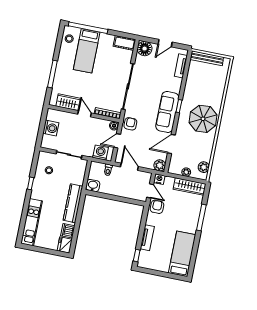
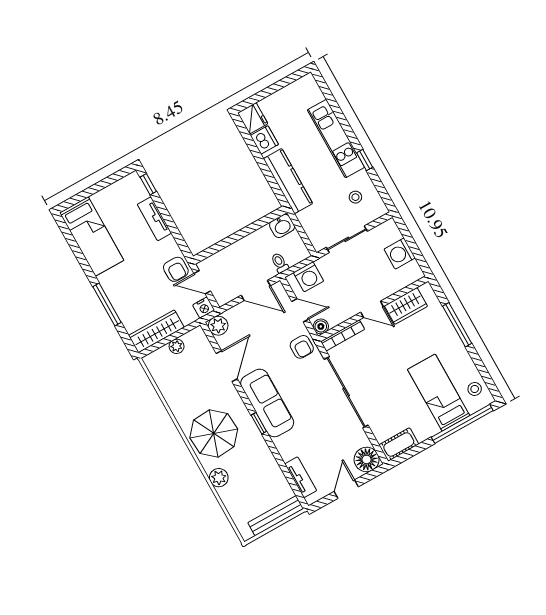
door: (117, 141) -> (300, 310), hinge flipped
plant: (204, 167) -> (219, 478), moved
kitchen unit: (32, 222) -> (336, 139), moved

